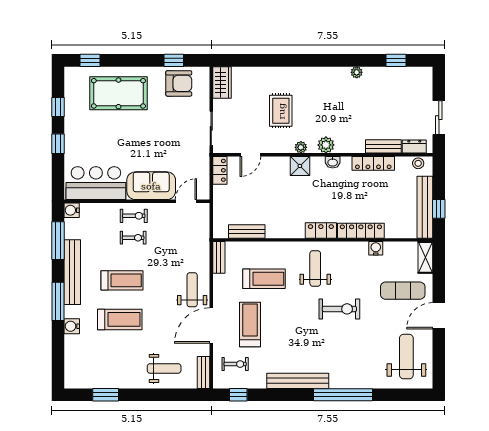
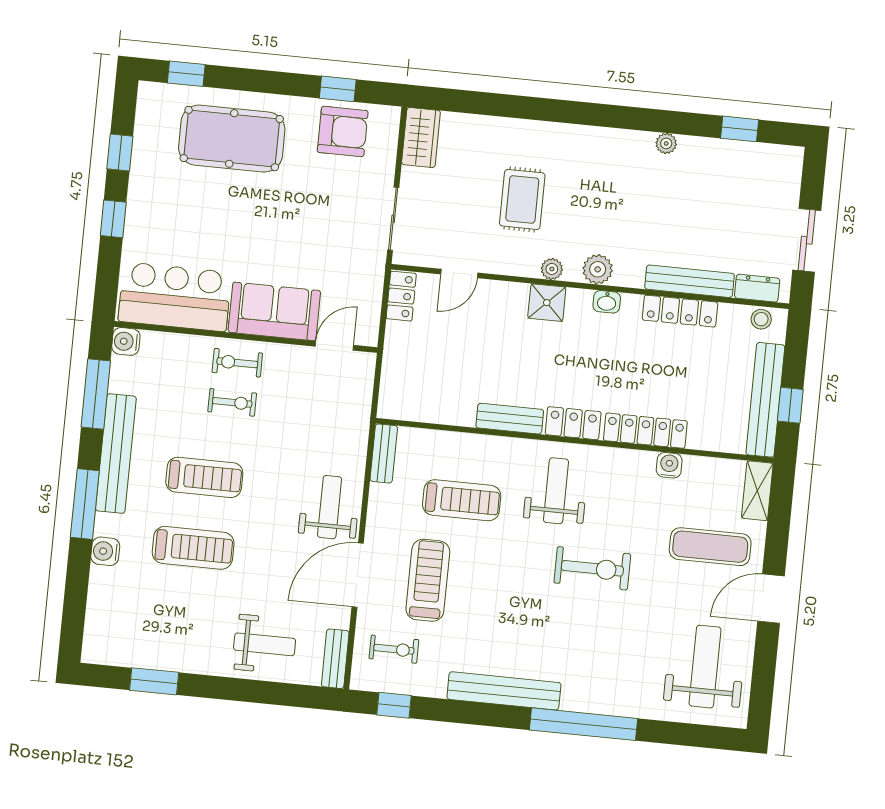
bench: (383, 146) -> (690, 281), width x1.36
exercise bike: (134, 216) -> (237, 363), turned 180
bench: (247, 231) -> (510, 419), moved

